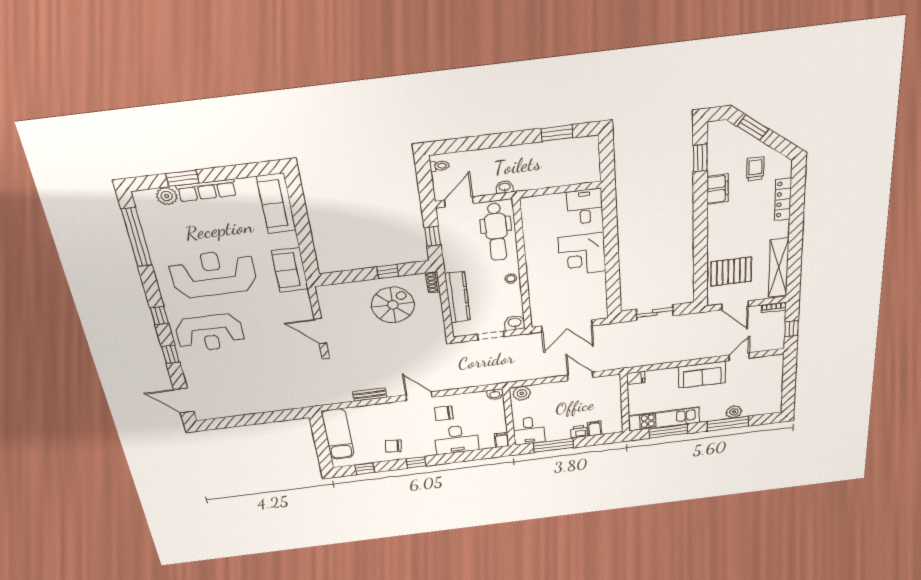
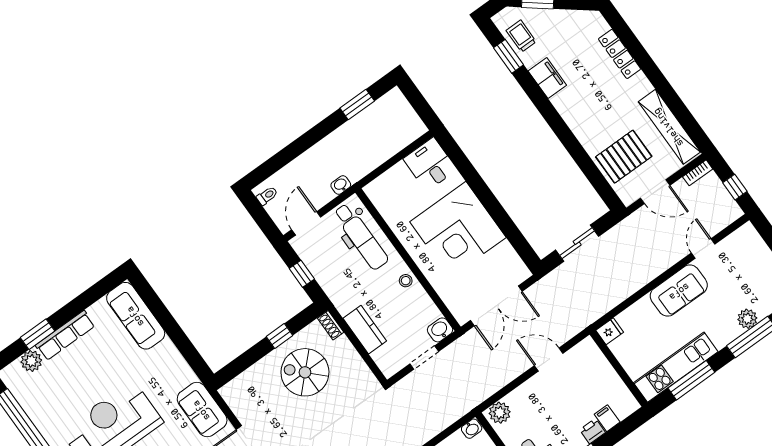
trolley: (755, 169) -> (521, 36), moved
corner desk: (582, 254) -> (458, 230), width x1.36, depth x1.36
sofa: (290, 270) -> (202, 410), moved
kitchen counter: (458, 297) -> (365, 330), width x0.67
spiral stairs: (393, 305) -> (305, 372), turned -90

